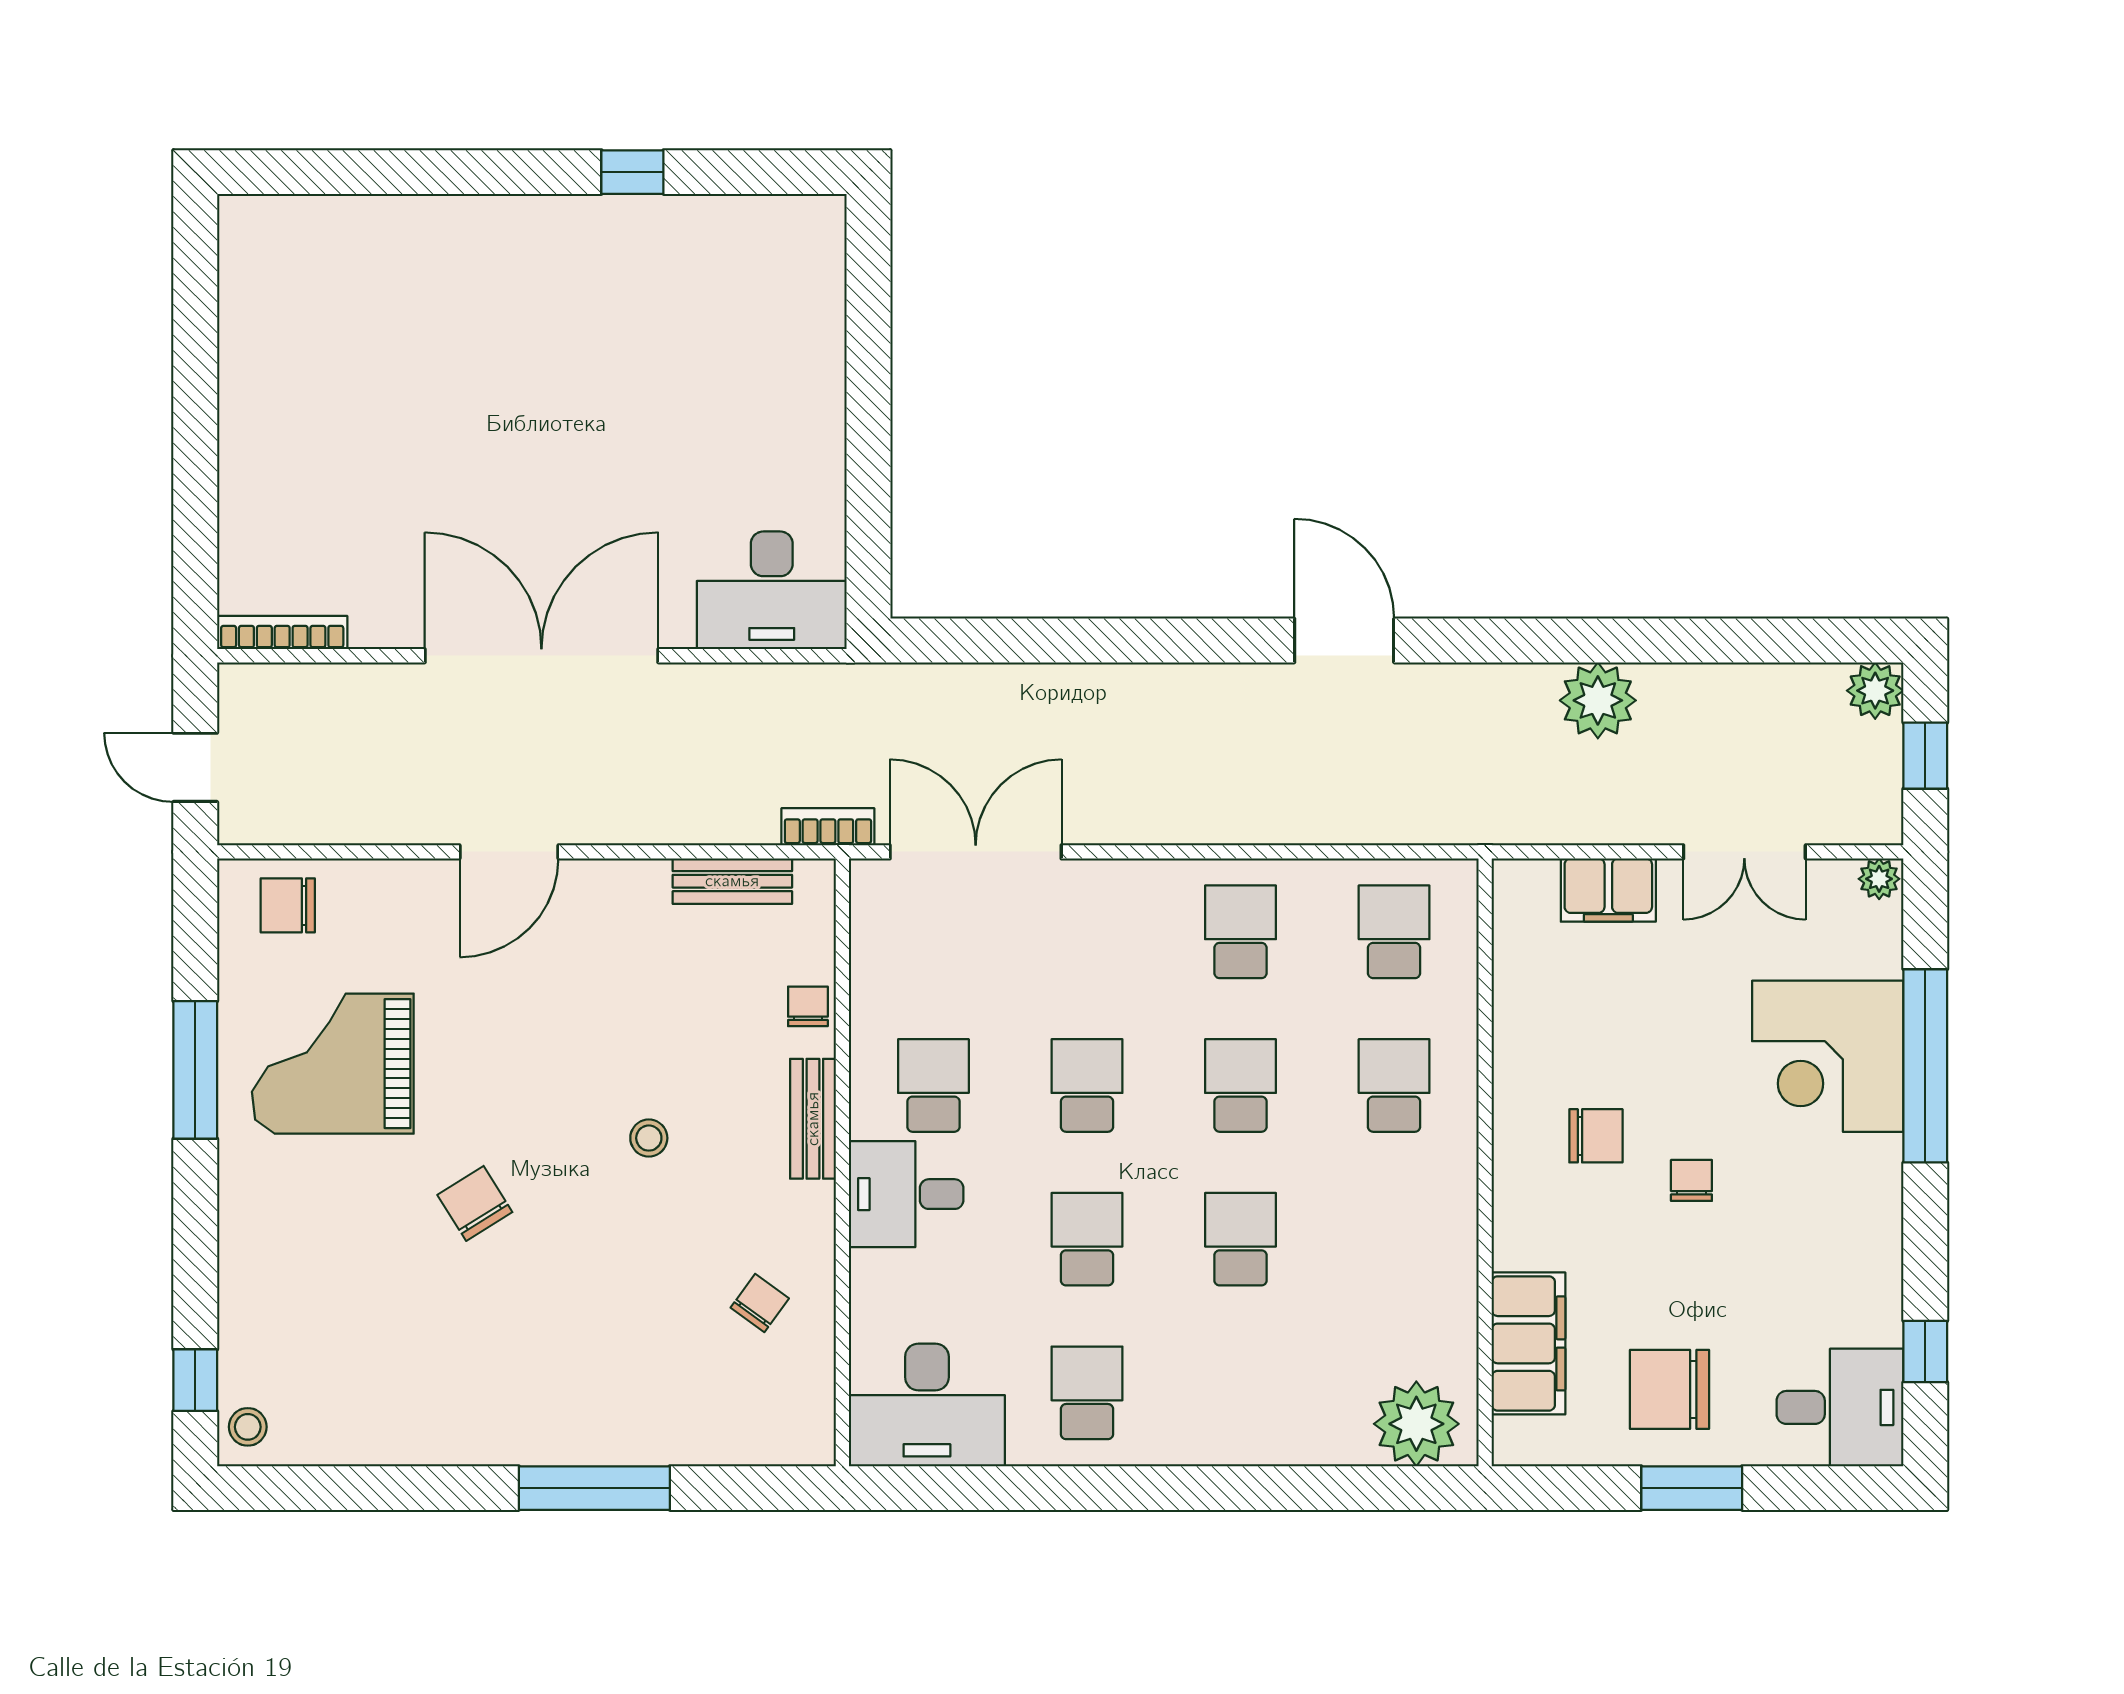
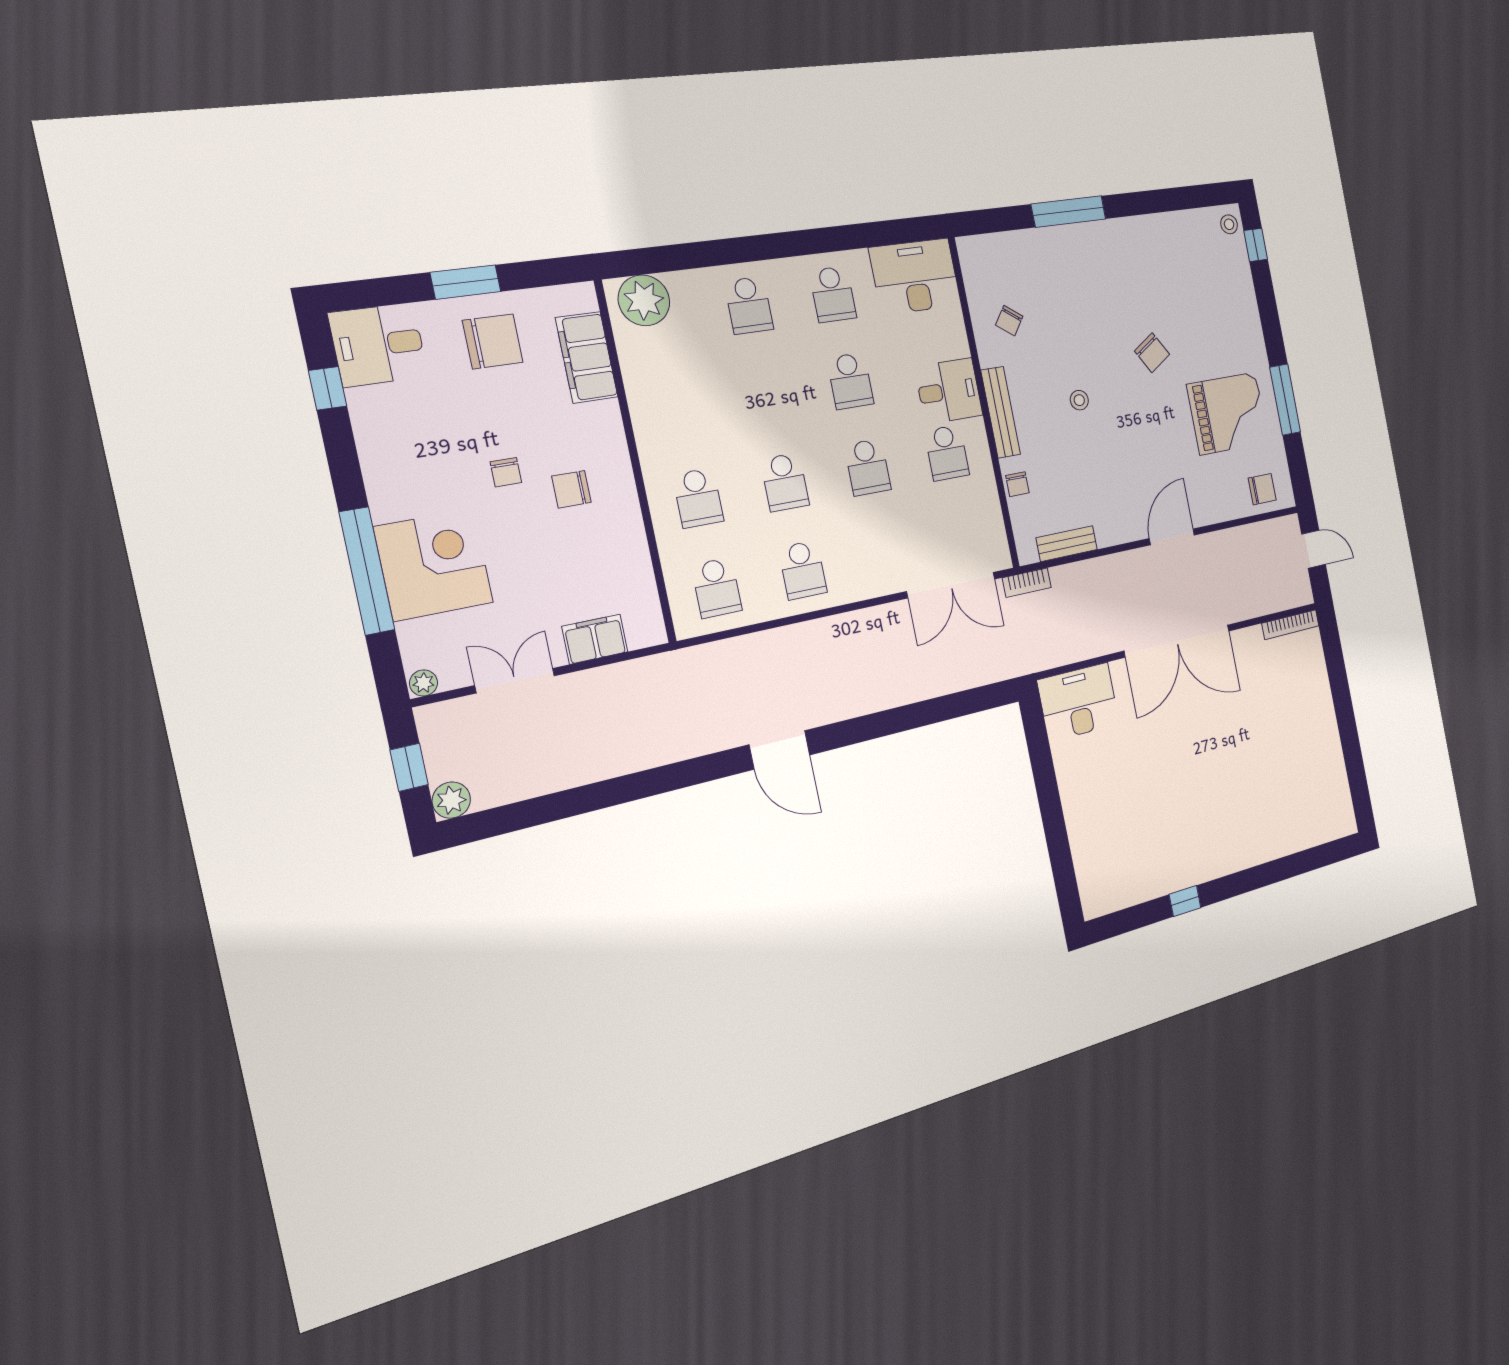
plant: (1598, 700) -> (625, 751), removed
bench: (813, 1119) -> (1001, 412), width x1.36
school desk: (1241, 1239) -> (749, 305), moved

